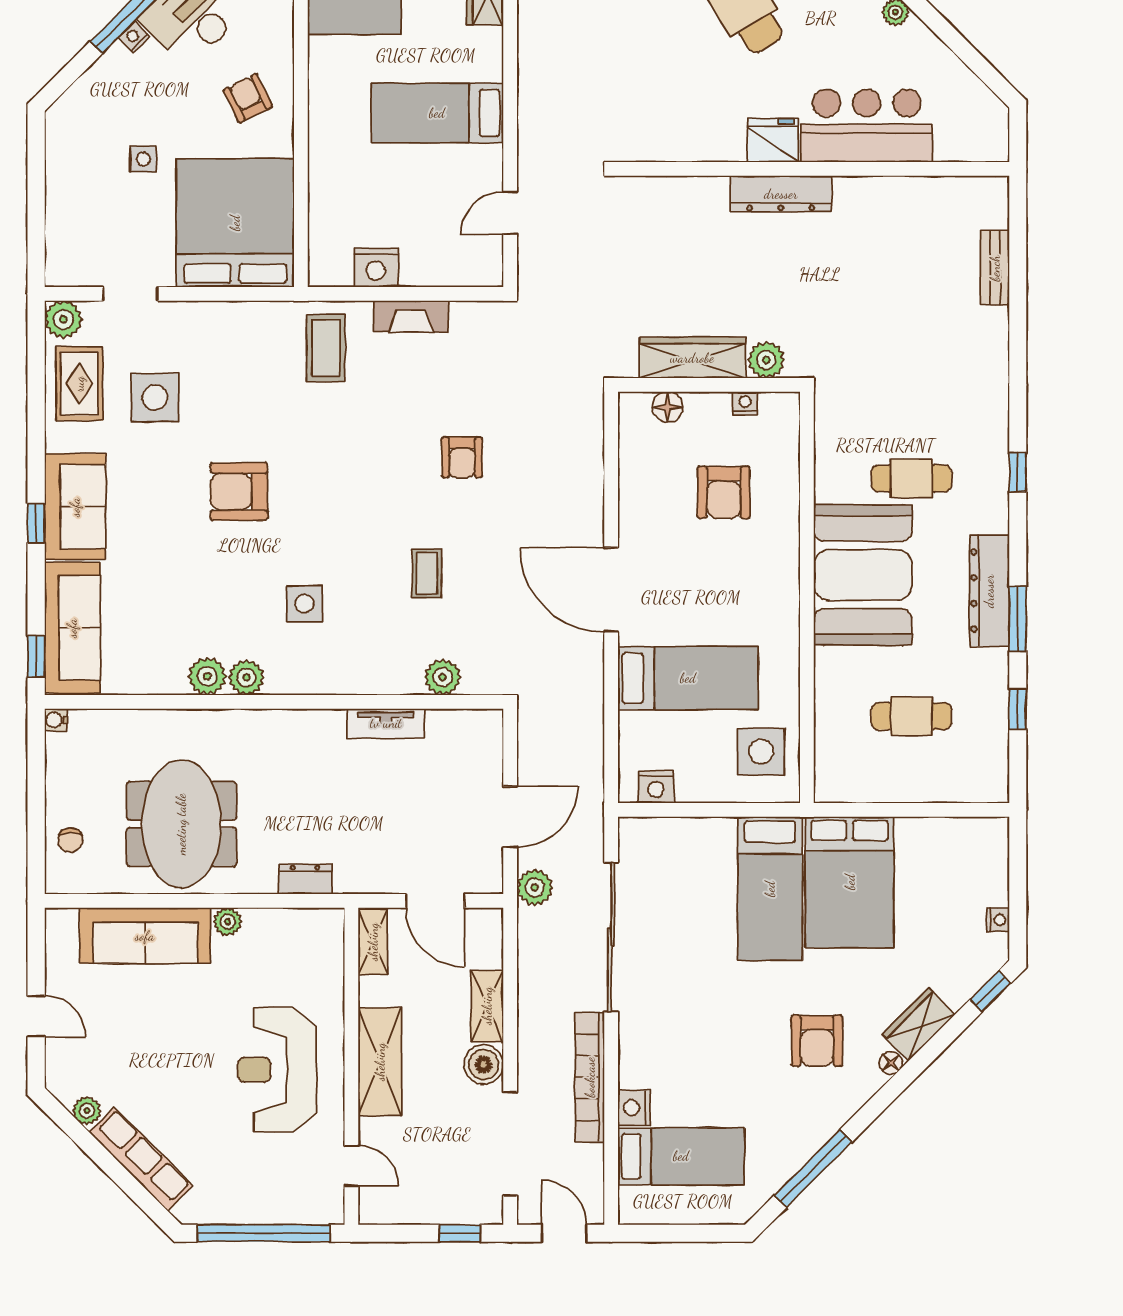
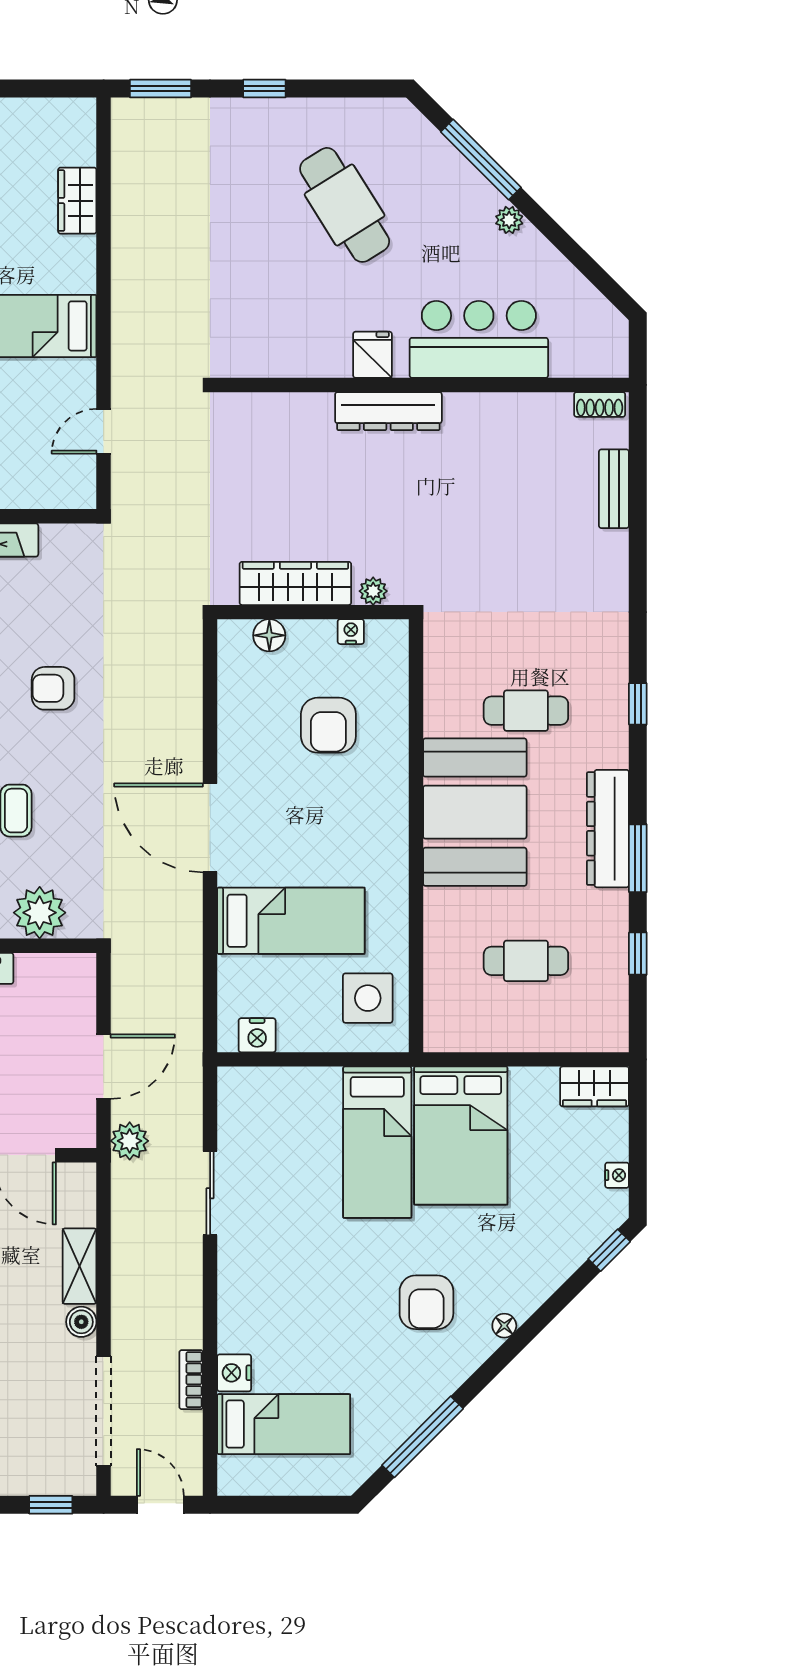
fridge: (773, 140) -> (373, 355), width x0.72
shoe rack: (981, 188) -> (600, 404), added
plant: (766, 360) -> (373, 591), width x0.73, depth x0.73
armchair: (462, 457) -> (53, 688), turned 90
plant: (443, 677) -> (40, 913), width x1.36, depth x1.36
sliding door: (611, 937) -> (210, 1193), width x0.54
wardrobe: (919, 1024) -> (594, 1086), moved, turned -135
boiler: (484, 1065) -> (81, 1322), width x0.73, depth x0.73
bookcase: (590, 1077) -> (191, 1380), width x0.43, depth x0.76

